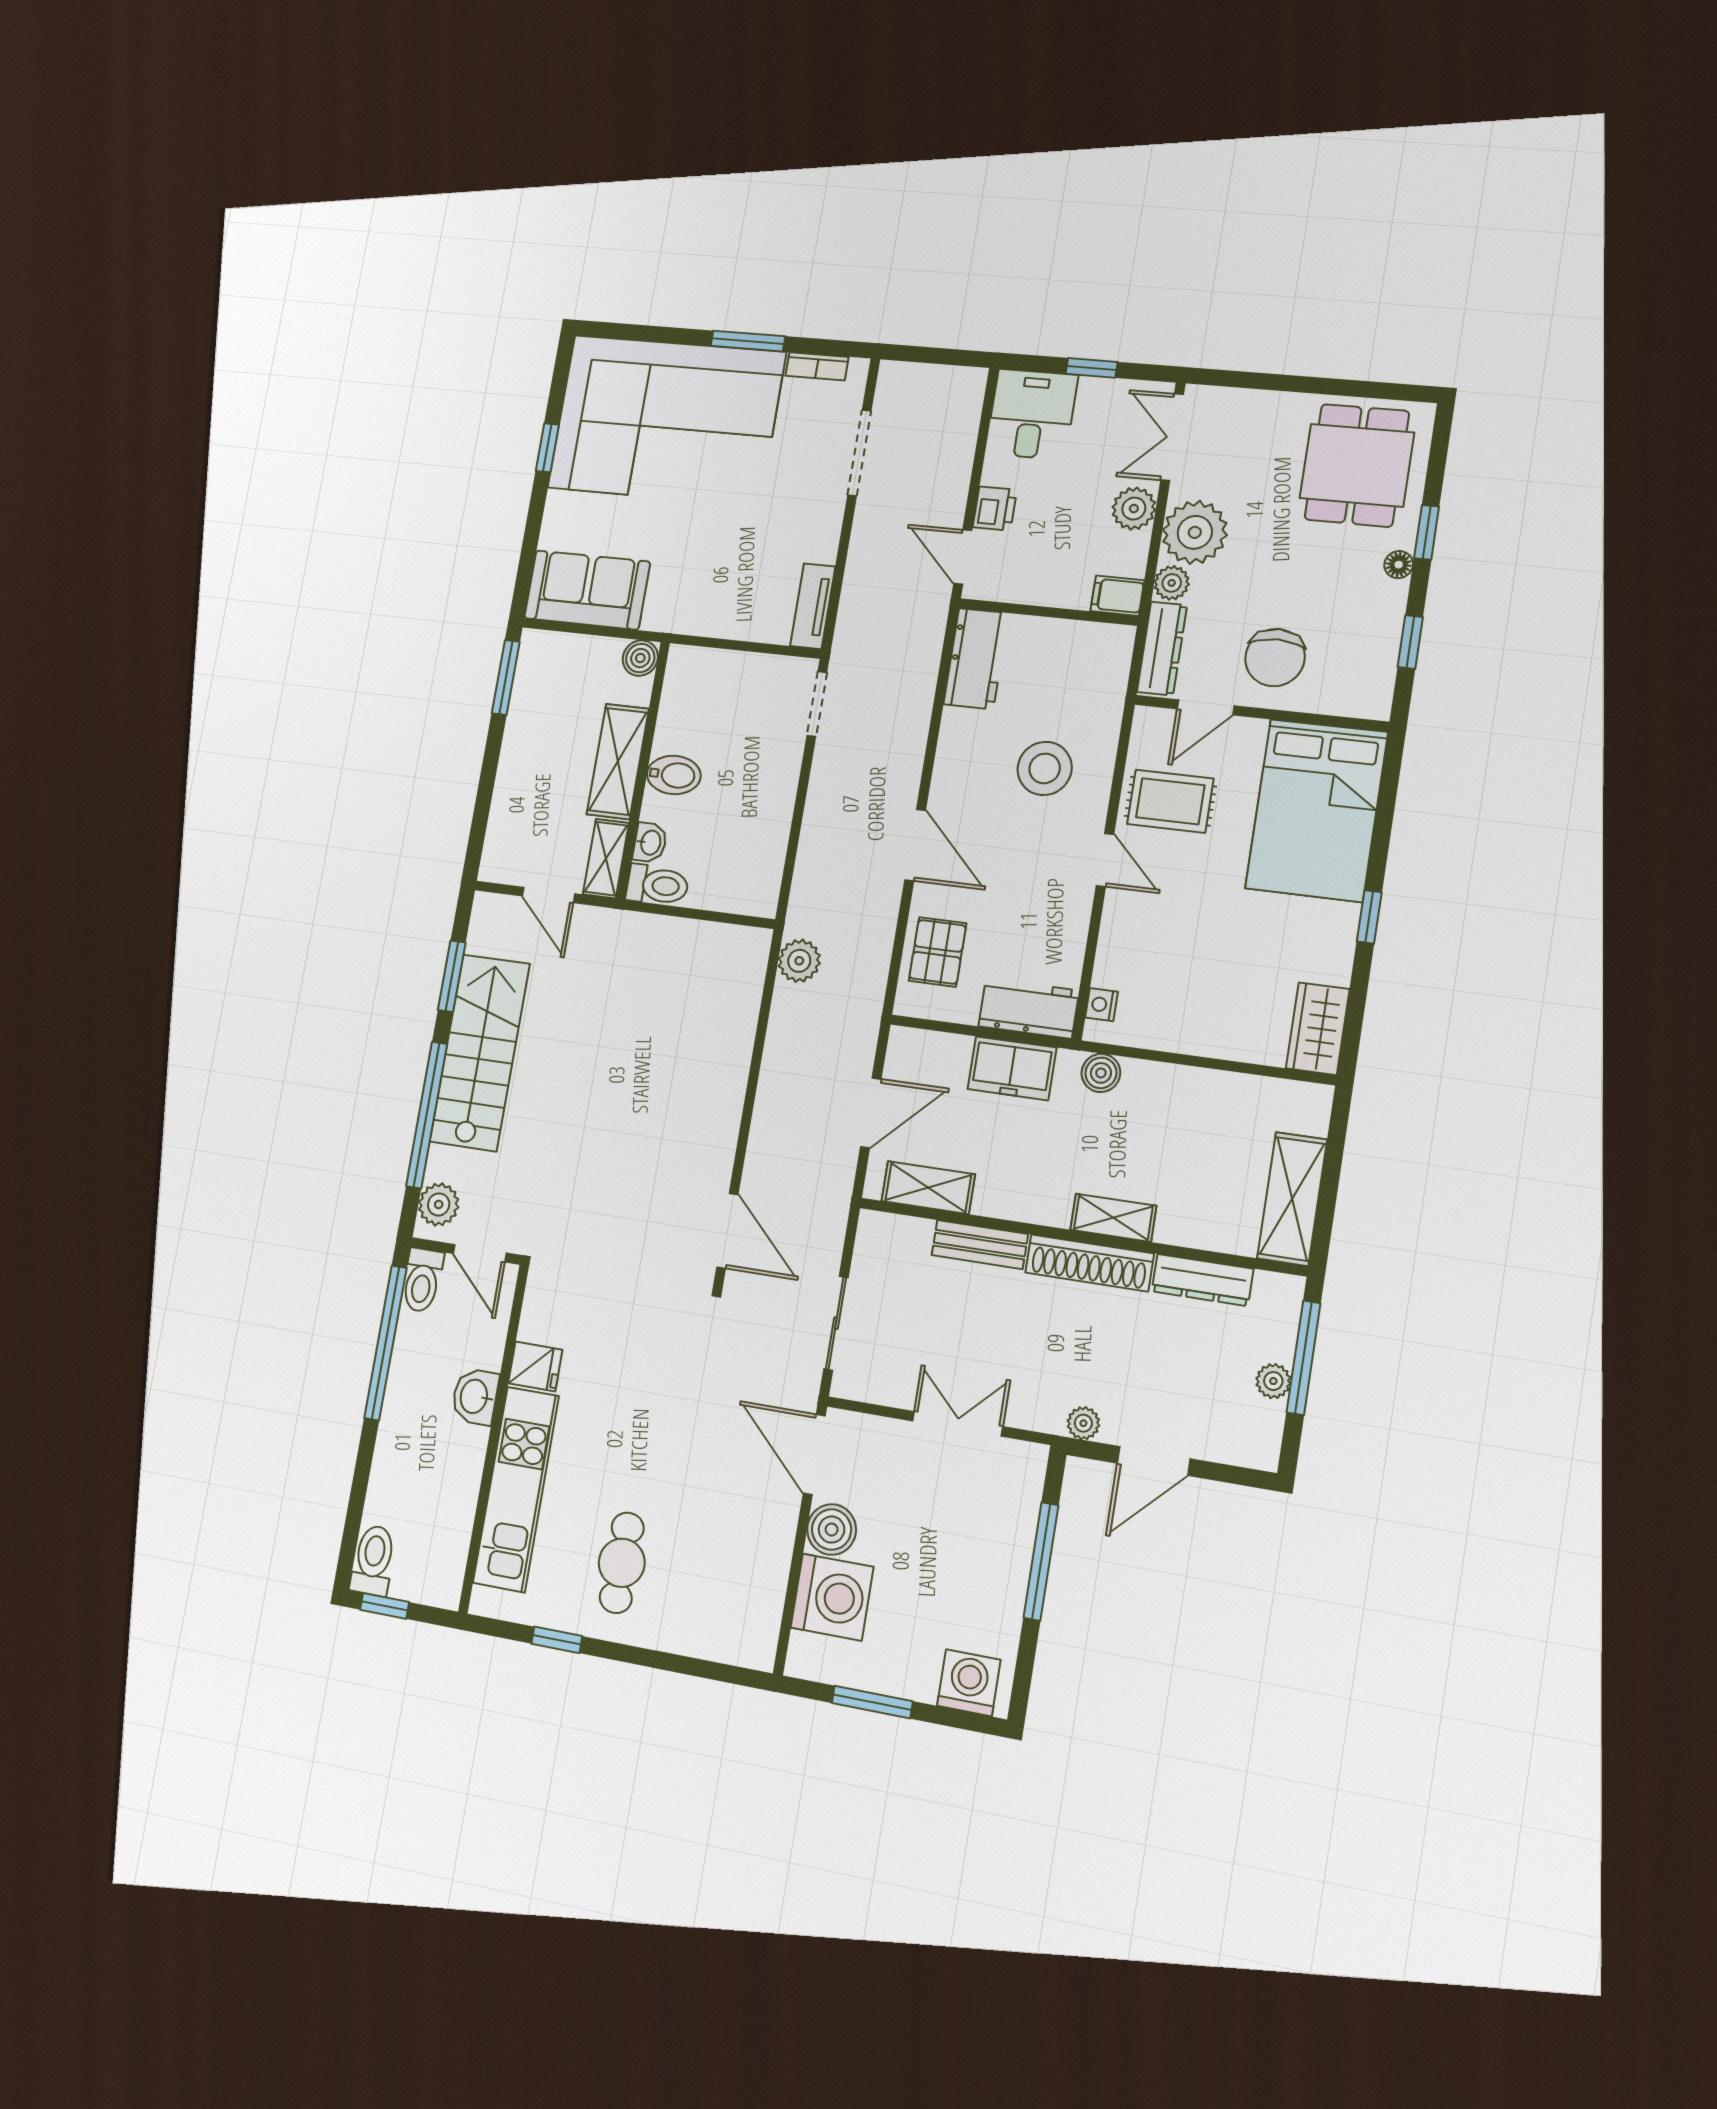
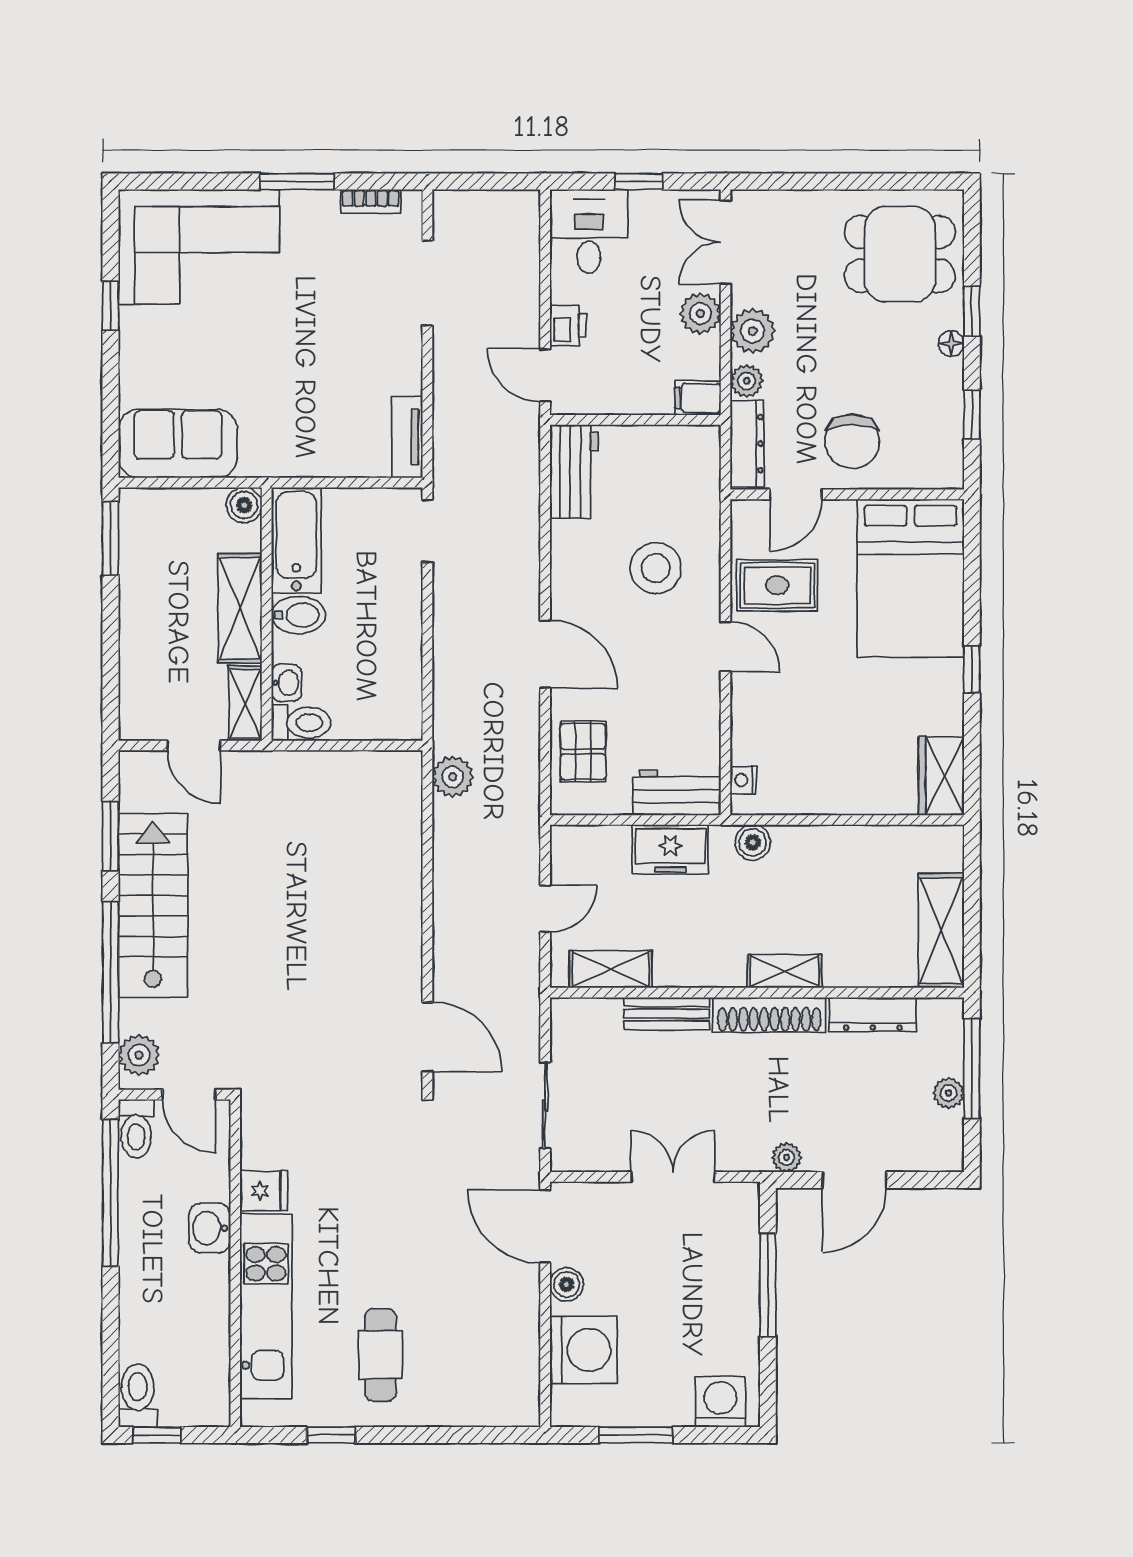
corner sofa: (666, 420) -> (199, 247), width x0.73, depth x0.74
dining table: (1357, 465) -> (900, 254), turned 90
plant: (1195, 532) -> (753, 331), width x0.73, depth x0.73
bathtub: (685, 699) -> (296, 540), added
door: (871, 1113) -> (545, 909), width x0.73
boiler: (832, 1530) -> (567, 1284), width x0.73, depth x0.73

